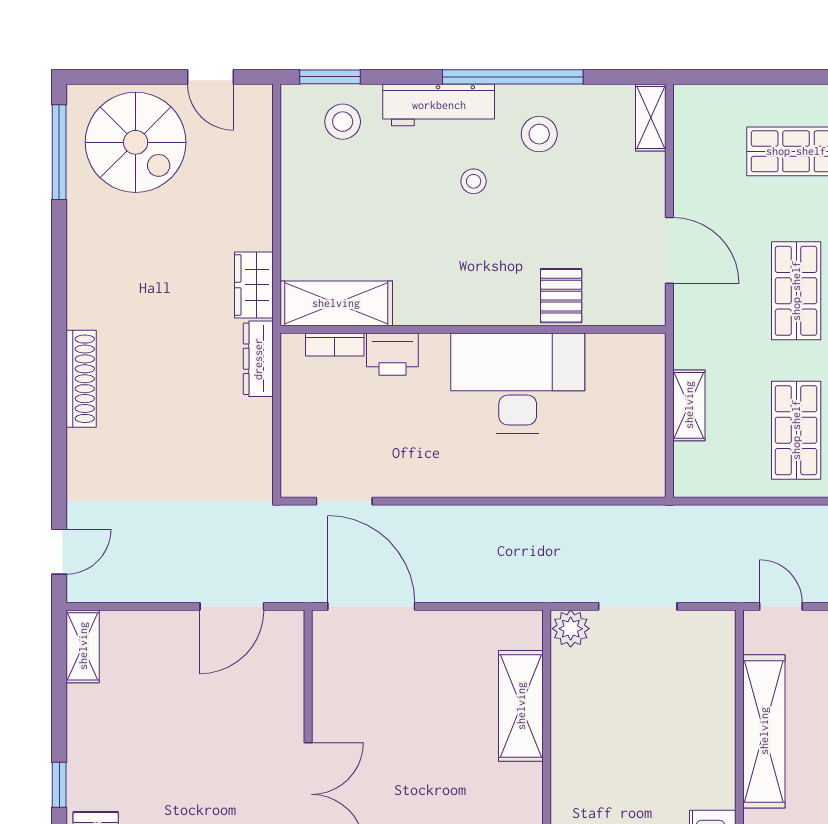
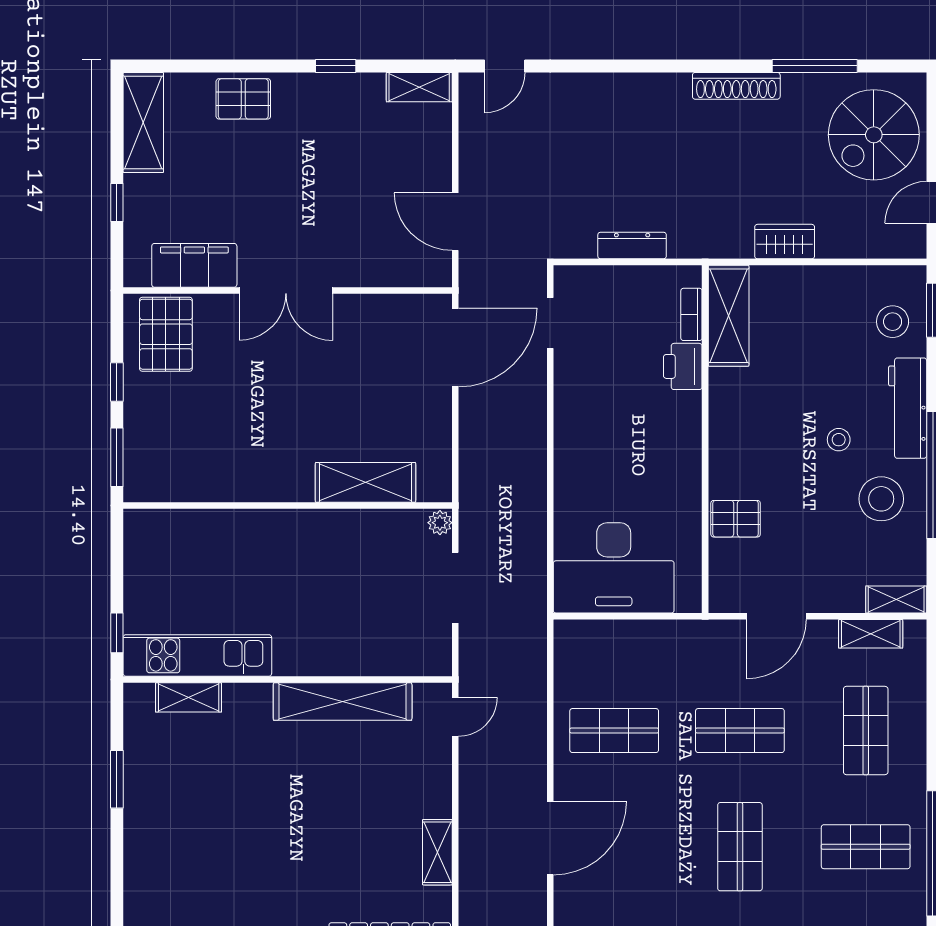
stool: (539, 134) -> (881, 499), width x1.38, depth x1.38
window: (59, 152) -> (815, 66), moved
wardrobe: (254, 285) -> (785, 242), moved
dresser: (258, 359) -> (632, 246), moved
shoe rack: (81, 379) -> (736, 86), moved
desk: (518, 383) -> (614, 568), moved, turned 90
shelving: (689, 405) -> (871, 634), moved
door: (59, 552) -> (505, 66), hinge flipped
plant: (571, 629) -> (440, 523), width x0.73, depth x0.73
window: (59, 785) -> (336, 66), moved

